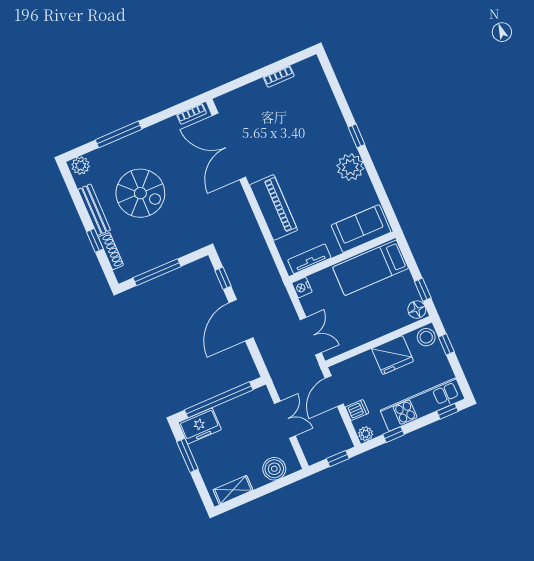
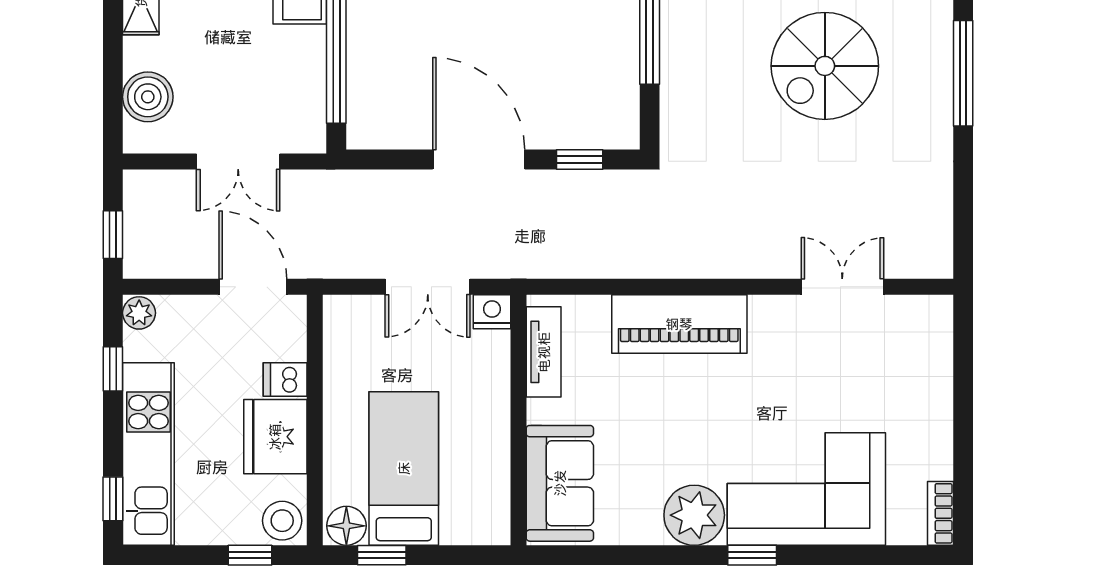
bookcase: (279, 77) -> (941, 513), moved
bookcase: (192, 114) -> (941, 239), removed
corner sofa: (319, 125) -> (806, 489), added
double door: (229, 146) -> (842, 287), width x0.54
bed: (371, 268) -> (404, 468), moved
double door: (311, 336) -> (428, 287), moved
dishwasher: (357, 410) -> (285, 379), moved, turned 90

